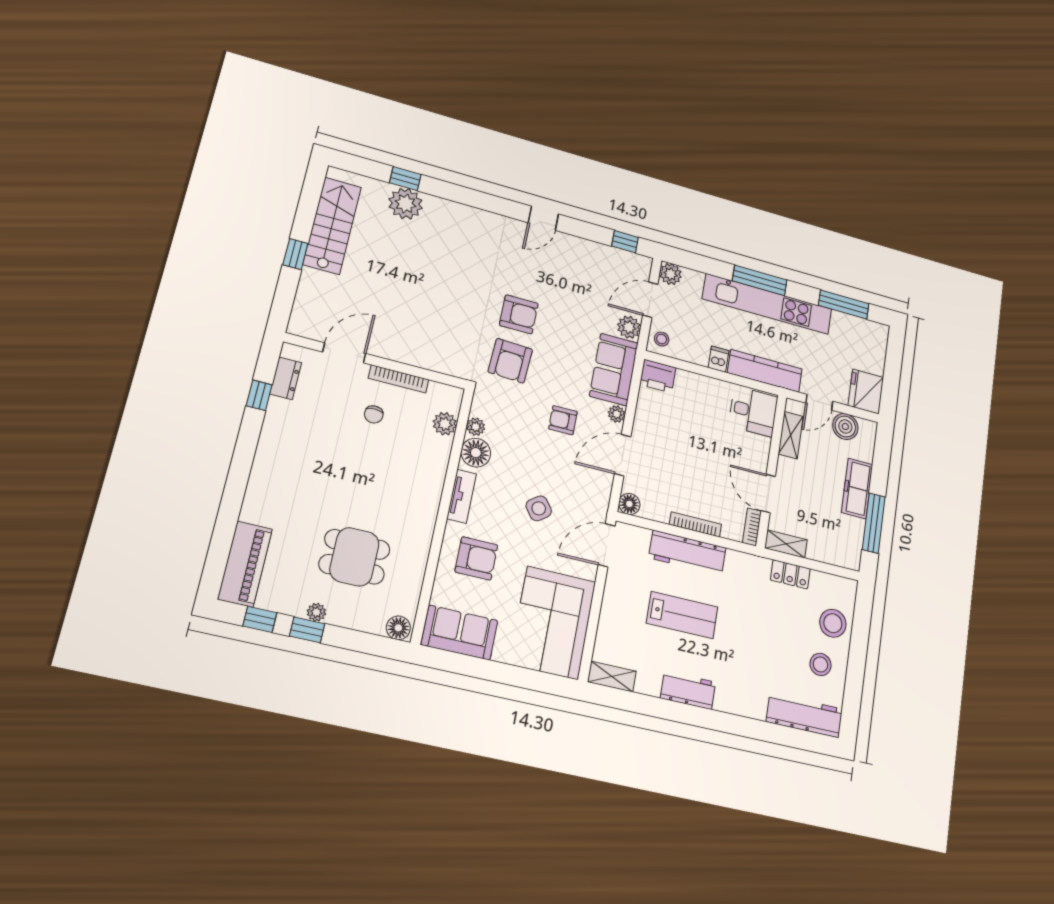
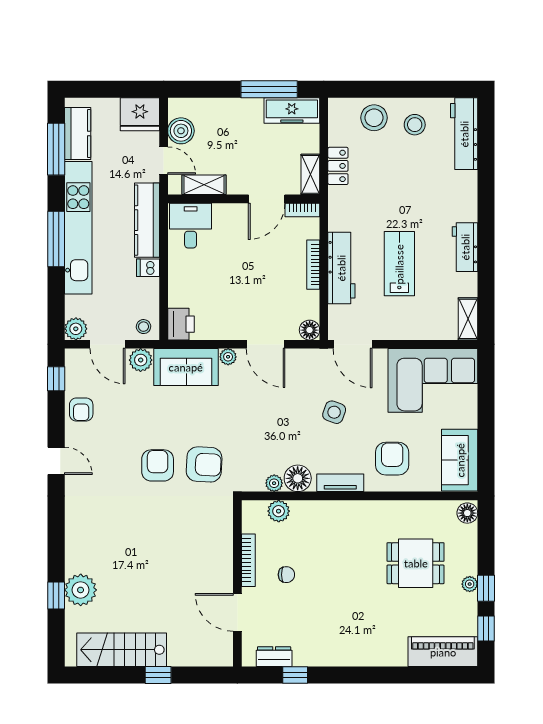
kitchen counter: (855, 328) -> (78, 134), added
armchair: (563, 420) -> (81, 409), moved
freezer: (857, 488) -> (292, 111), moved
side table: (539, 508) -> (334, 412), turned -33
dining table: (354, 557) -> (416, 563), turned 90

